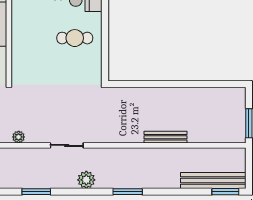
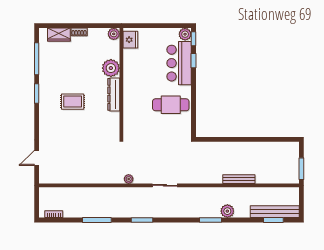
cafe table: (75, 38) -> (171, 105), width x1.37, depth x1.35
plant: (86, 180) -> (227, 211), moved
window: (225, 192) -> (273, 220), moved

